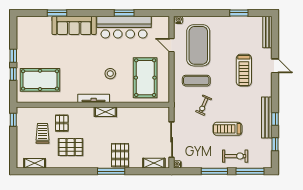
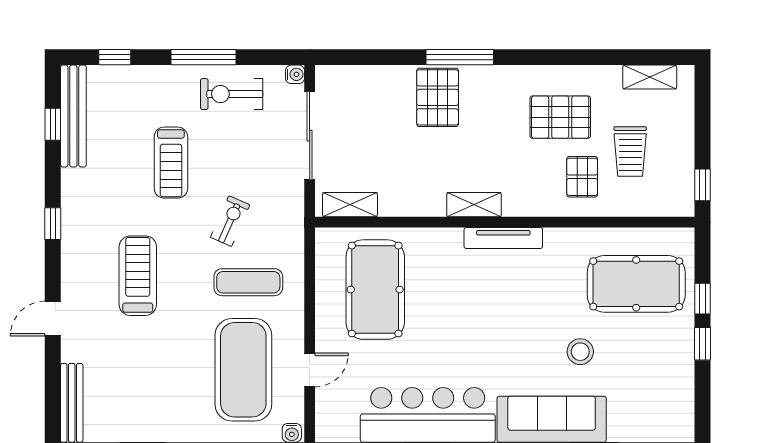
door: (172, 45) -> (310, 370), hinge flipped
door: (275, 66) -> (53, 319), hinge flipped
treadmill: (244, 70) -> (138, 276), moved
stool: (110, 74) -> (580, 352), moved
bench: (267, 118) -> (73, 116), moved
window: (275, 119) -> (53, 224), moved
treadmill: (227, 129) -> (171, 163), turned 90
exercise bike: (235, 156) -> (232, 94), moved
shelving: (154, 163) -> (350, 205), moved
window: (250, 171) -> (115, 57), width x0.46

